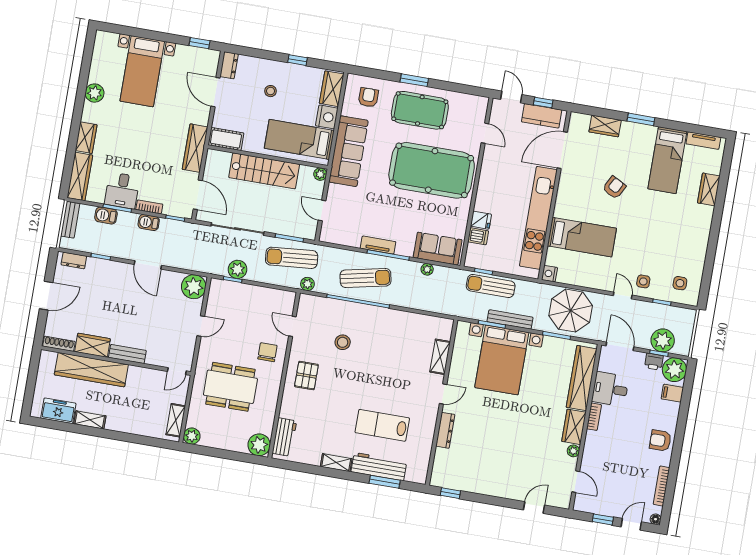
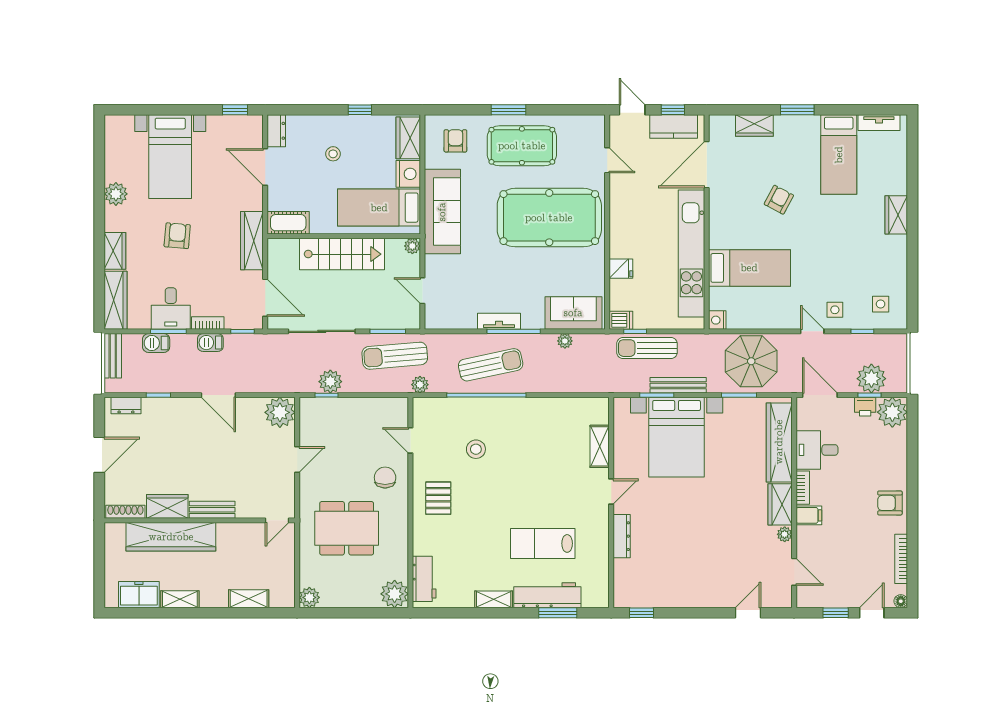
armchair: (137, 134) -> (177, 236), added
wardrobe: (709, 189) -> (896, 215), moved
dishwasher: (478, 236) -> (621, 320), moved
filing cabinet: (672, 393) -> (809, 515), moved, turned 180
shelving: (176, 420) -> (249, 599), moved, turned 90

